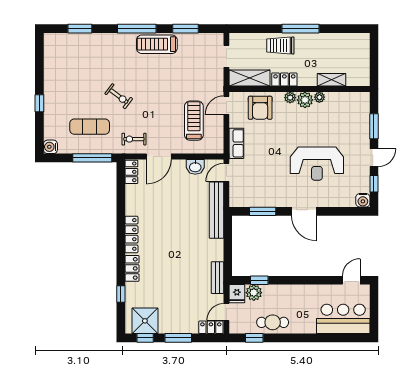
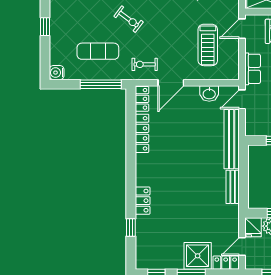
treadmill: (194, 121) -> (208, 45), turned 180
locker: (131, 234) -> (142, 133), moved
bench: (217, 278) -> (233, 187), moved
shower: (145, 321) -> (198, 256), moved

